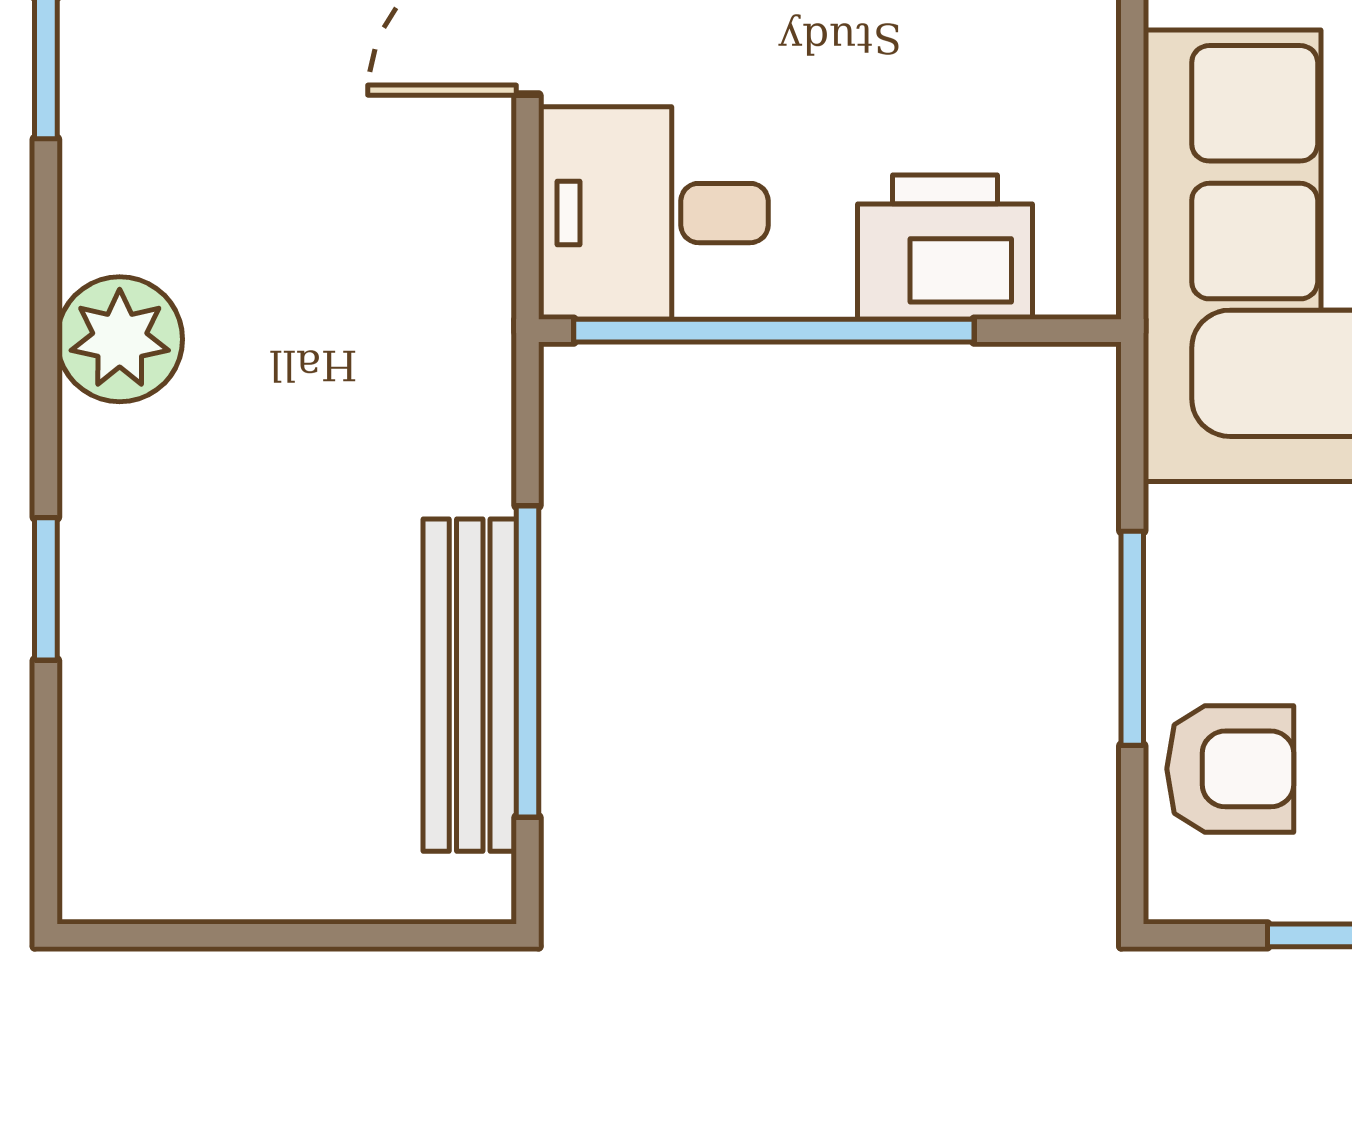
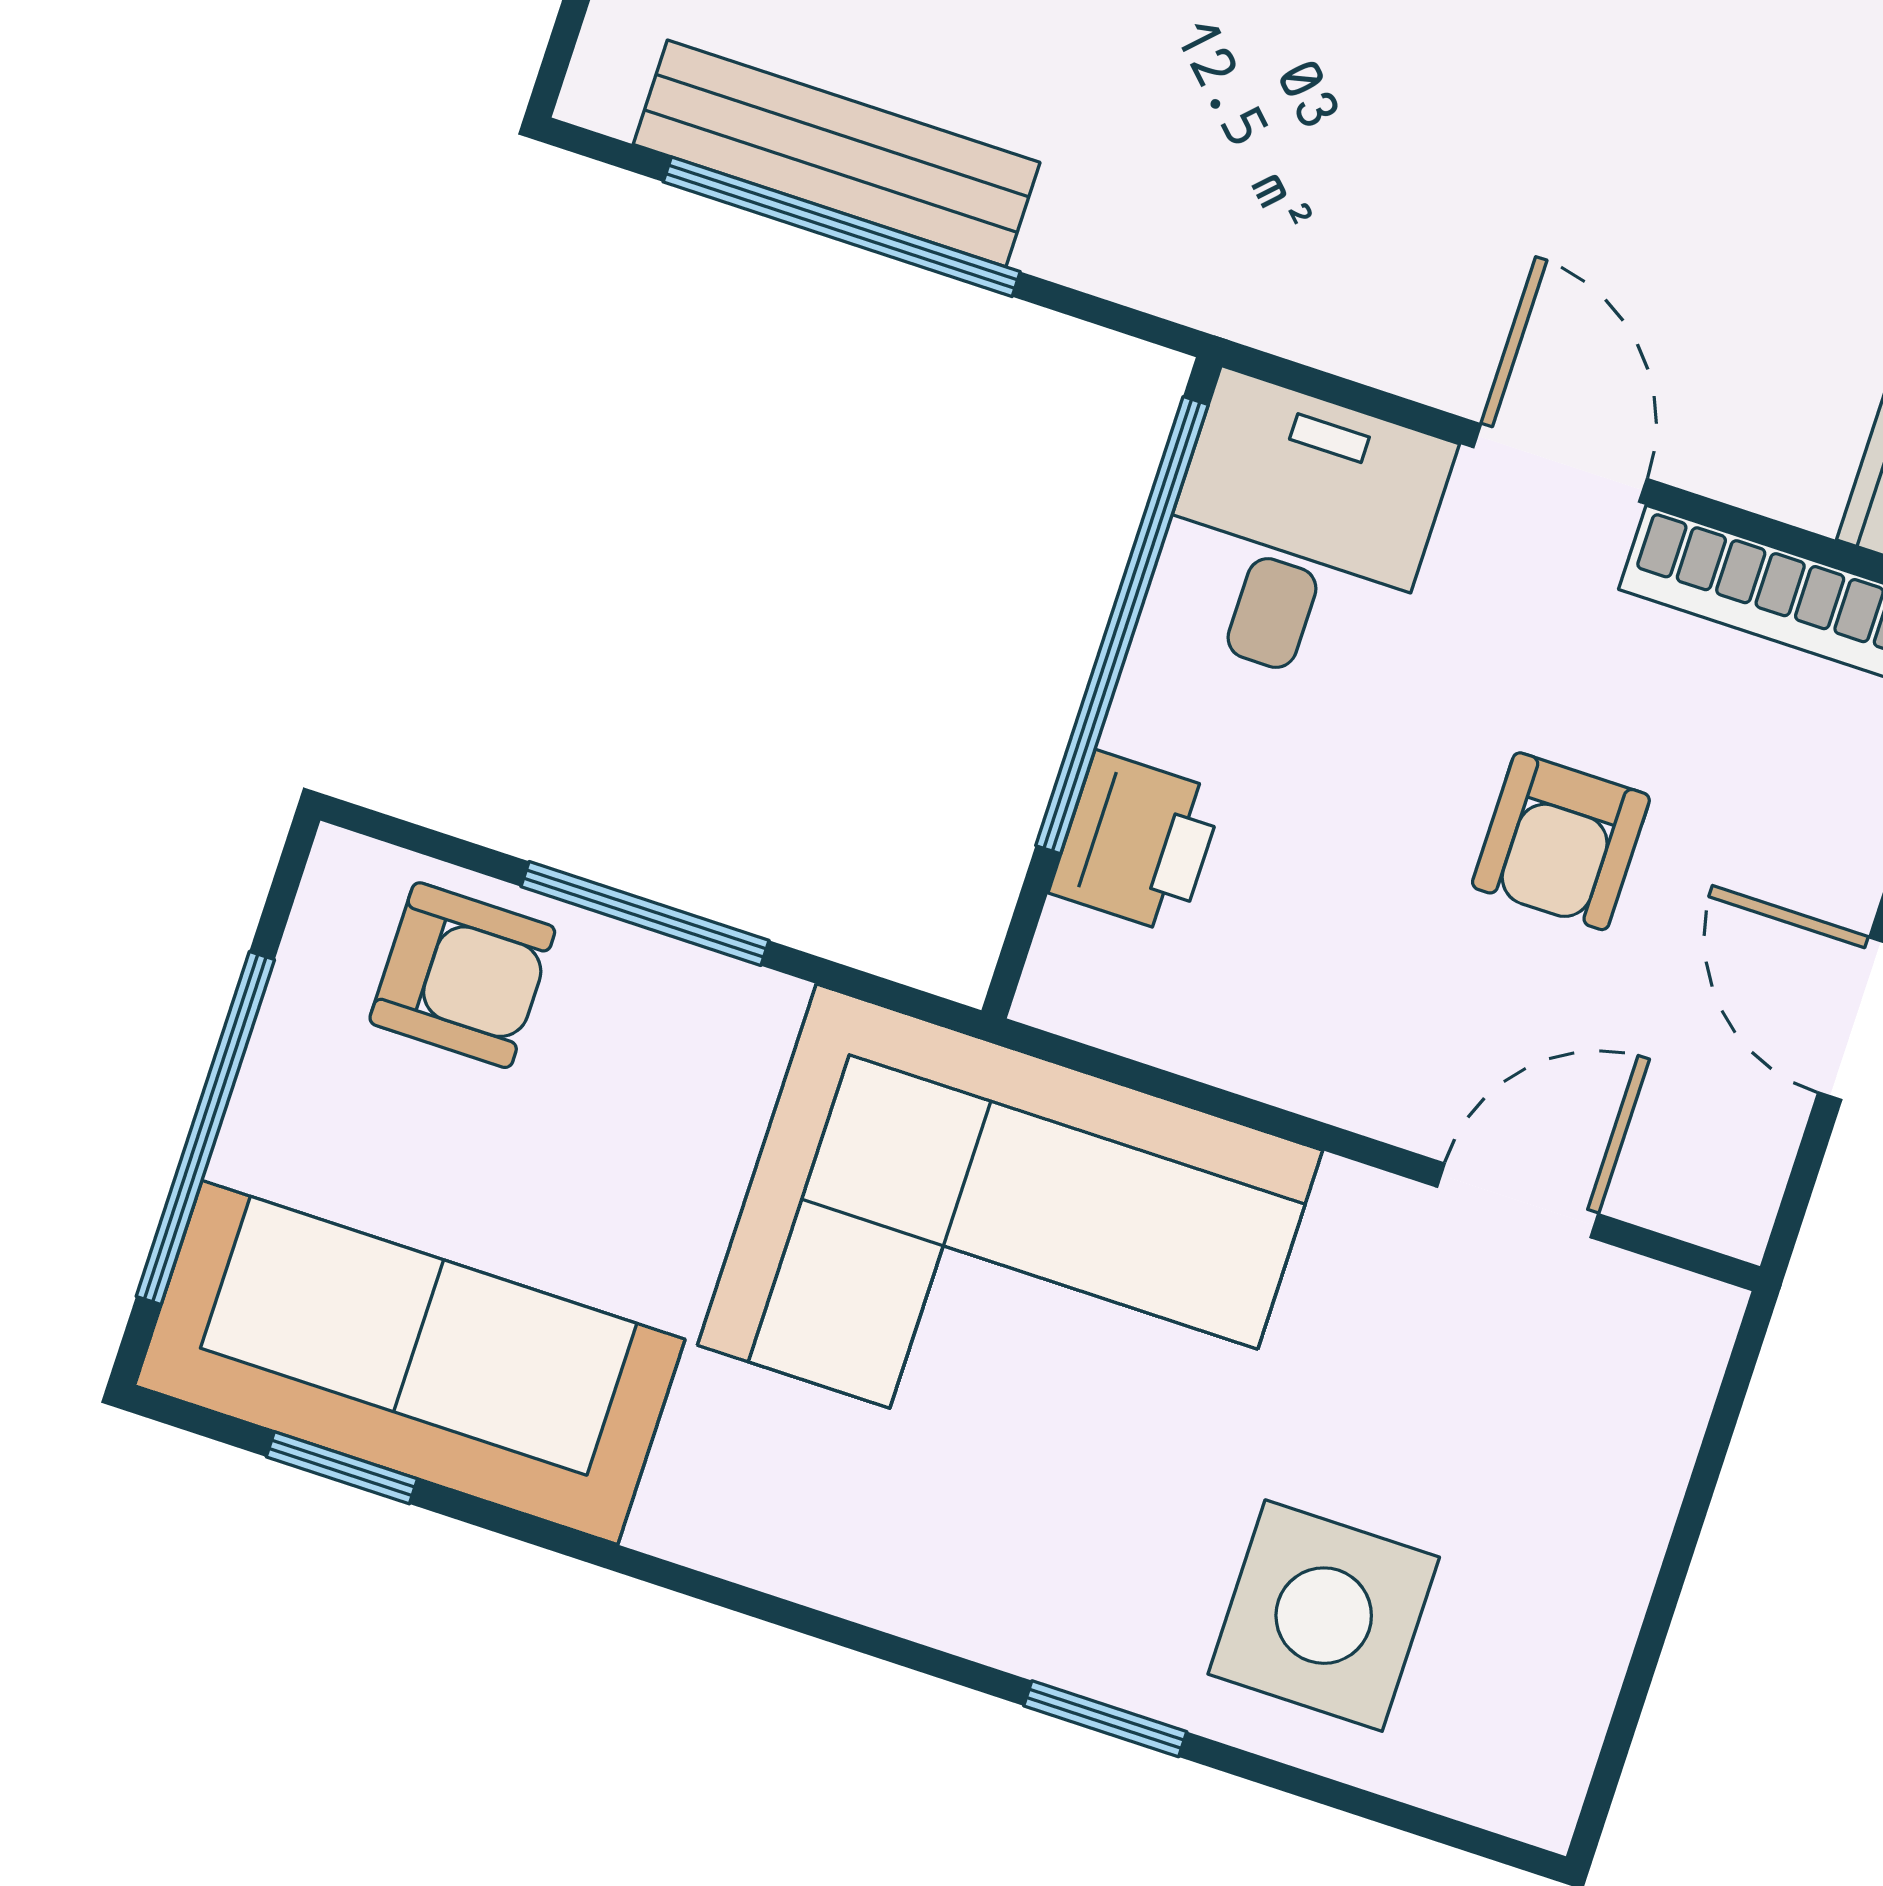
printer: (945, 247) -> (1137, 843), width x0.73, depth x0.81
armchair: (1230, 769) -> (462, 975), turned -90

